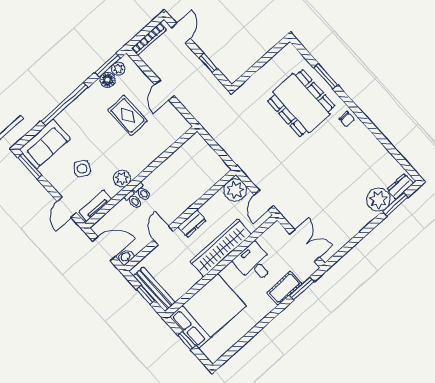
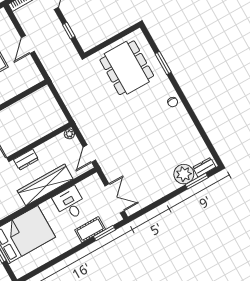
dining table: (301, 103) -> (127, 68), moved
plant: (235, 190) -> (69, 134), width x0.53, depth x0.53

